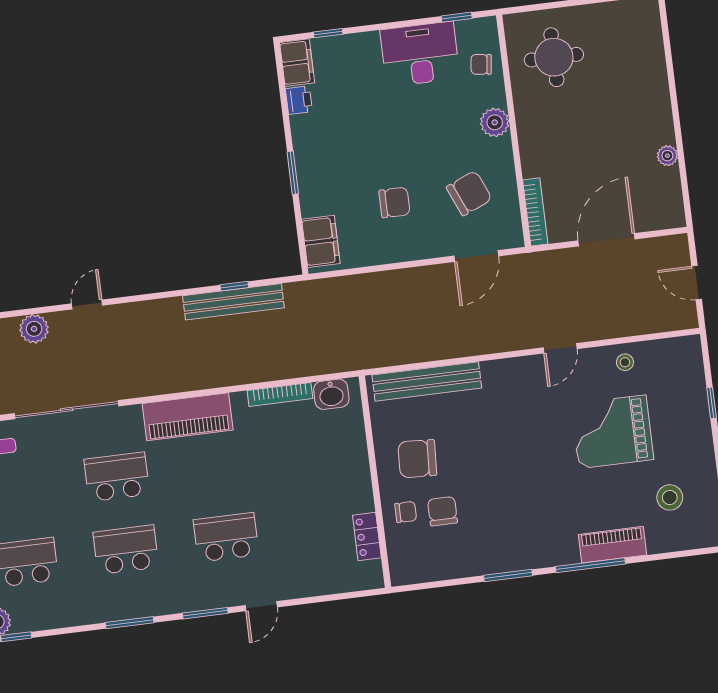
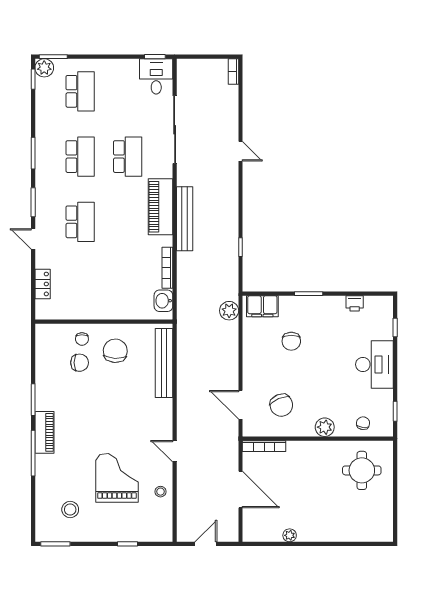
desk: (420, 54) -> (374, 364), moved
filing cabinet: (297, 63) -> (379, 305), removed
chair: (394, 202) -> (291, 341), moved
bench: (233, 302) -> (185, 219), moved
plant: (34, 329) -> (229, 311), moved
locker: (367, 537) -> (43, 284), moved, turned 90
piano: (612, 545) -> (44, 432), moved

